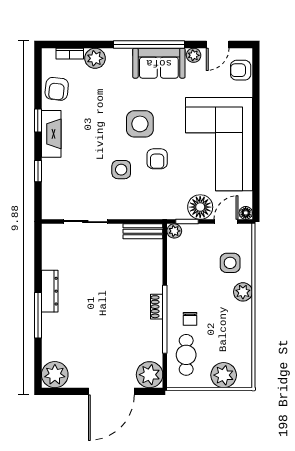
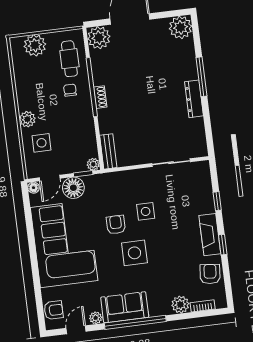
bench: (143, 231) -> (108, 151), moved, turned 90

